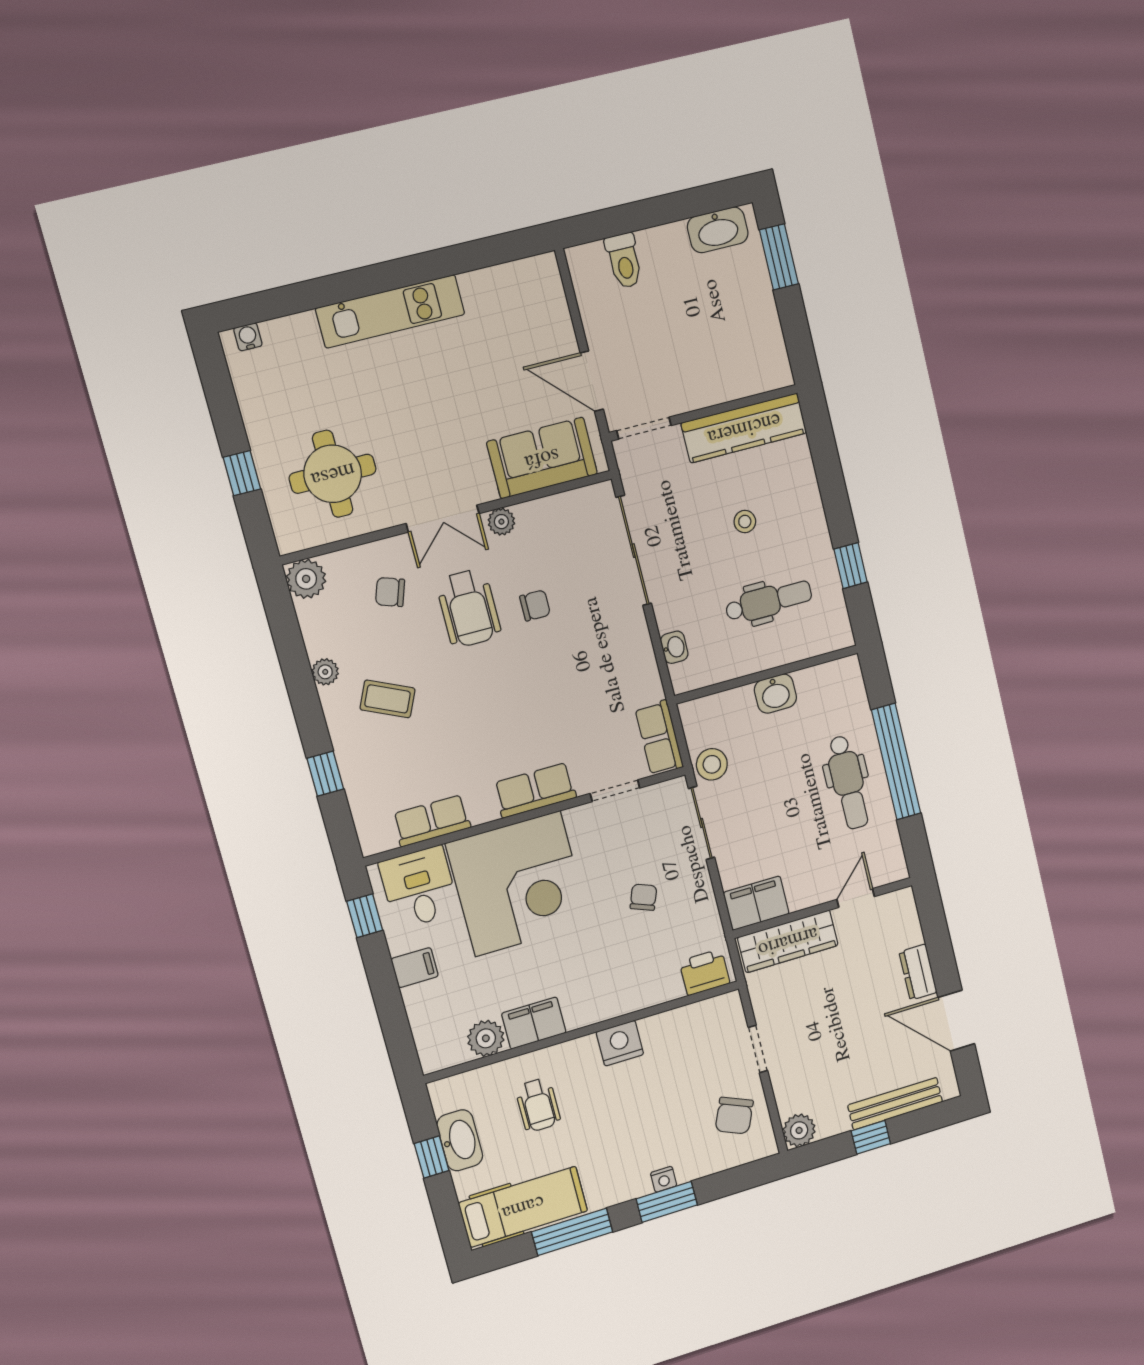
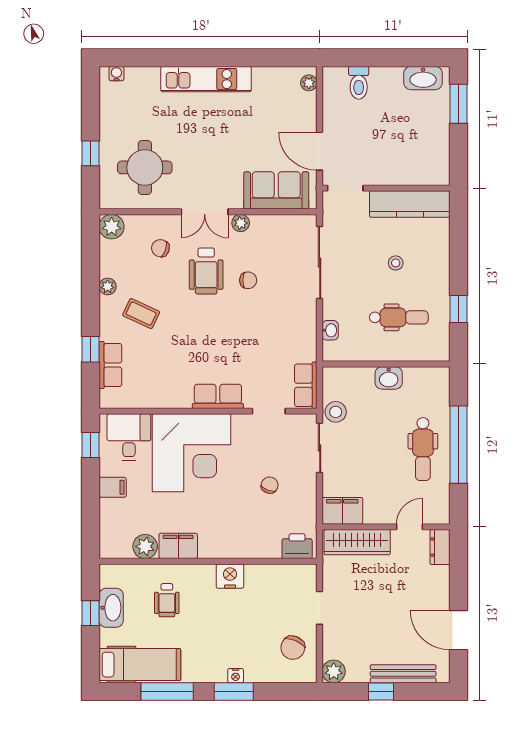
plant: (549, 279) -> (309, 83), added
row of seats: (432, 821) -> (110, 365), moved, turned 90
dresser: (918, 972) -> (440, 547), moved

